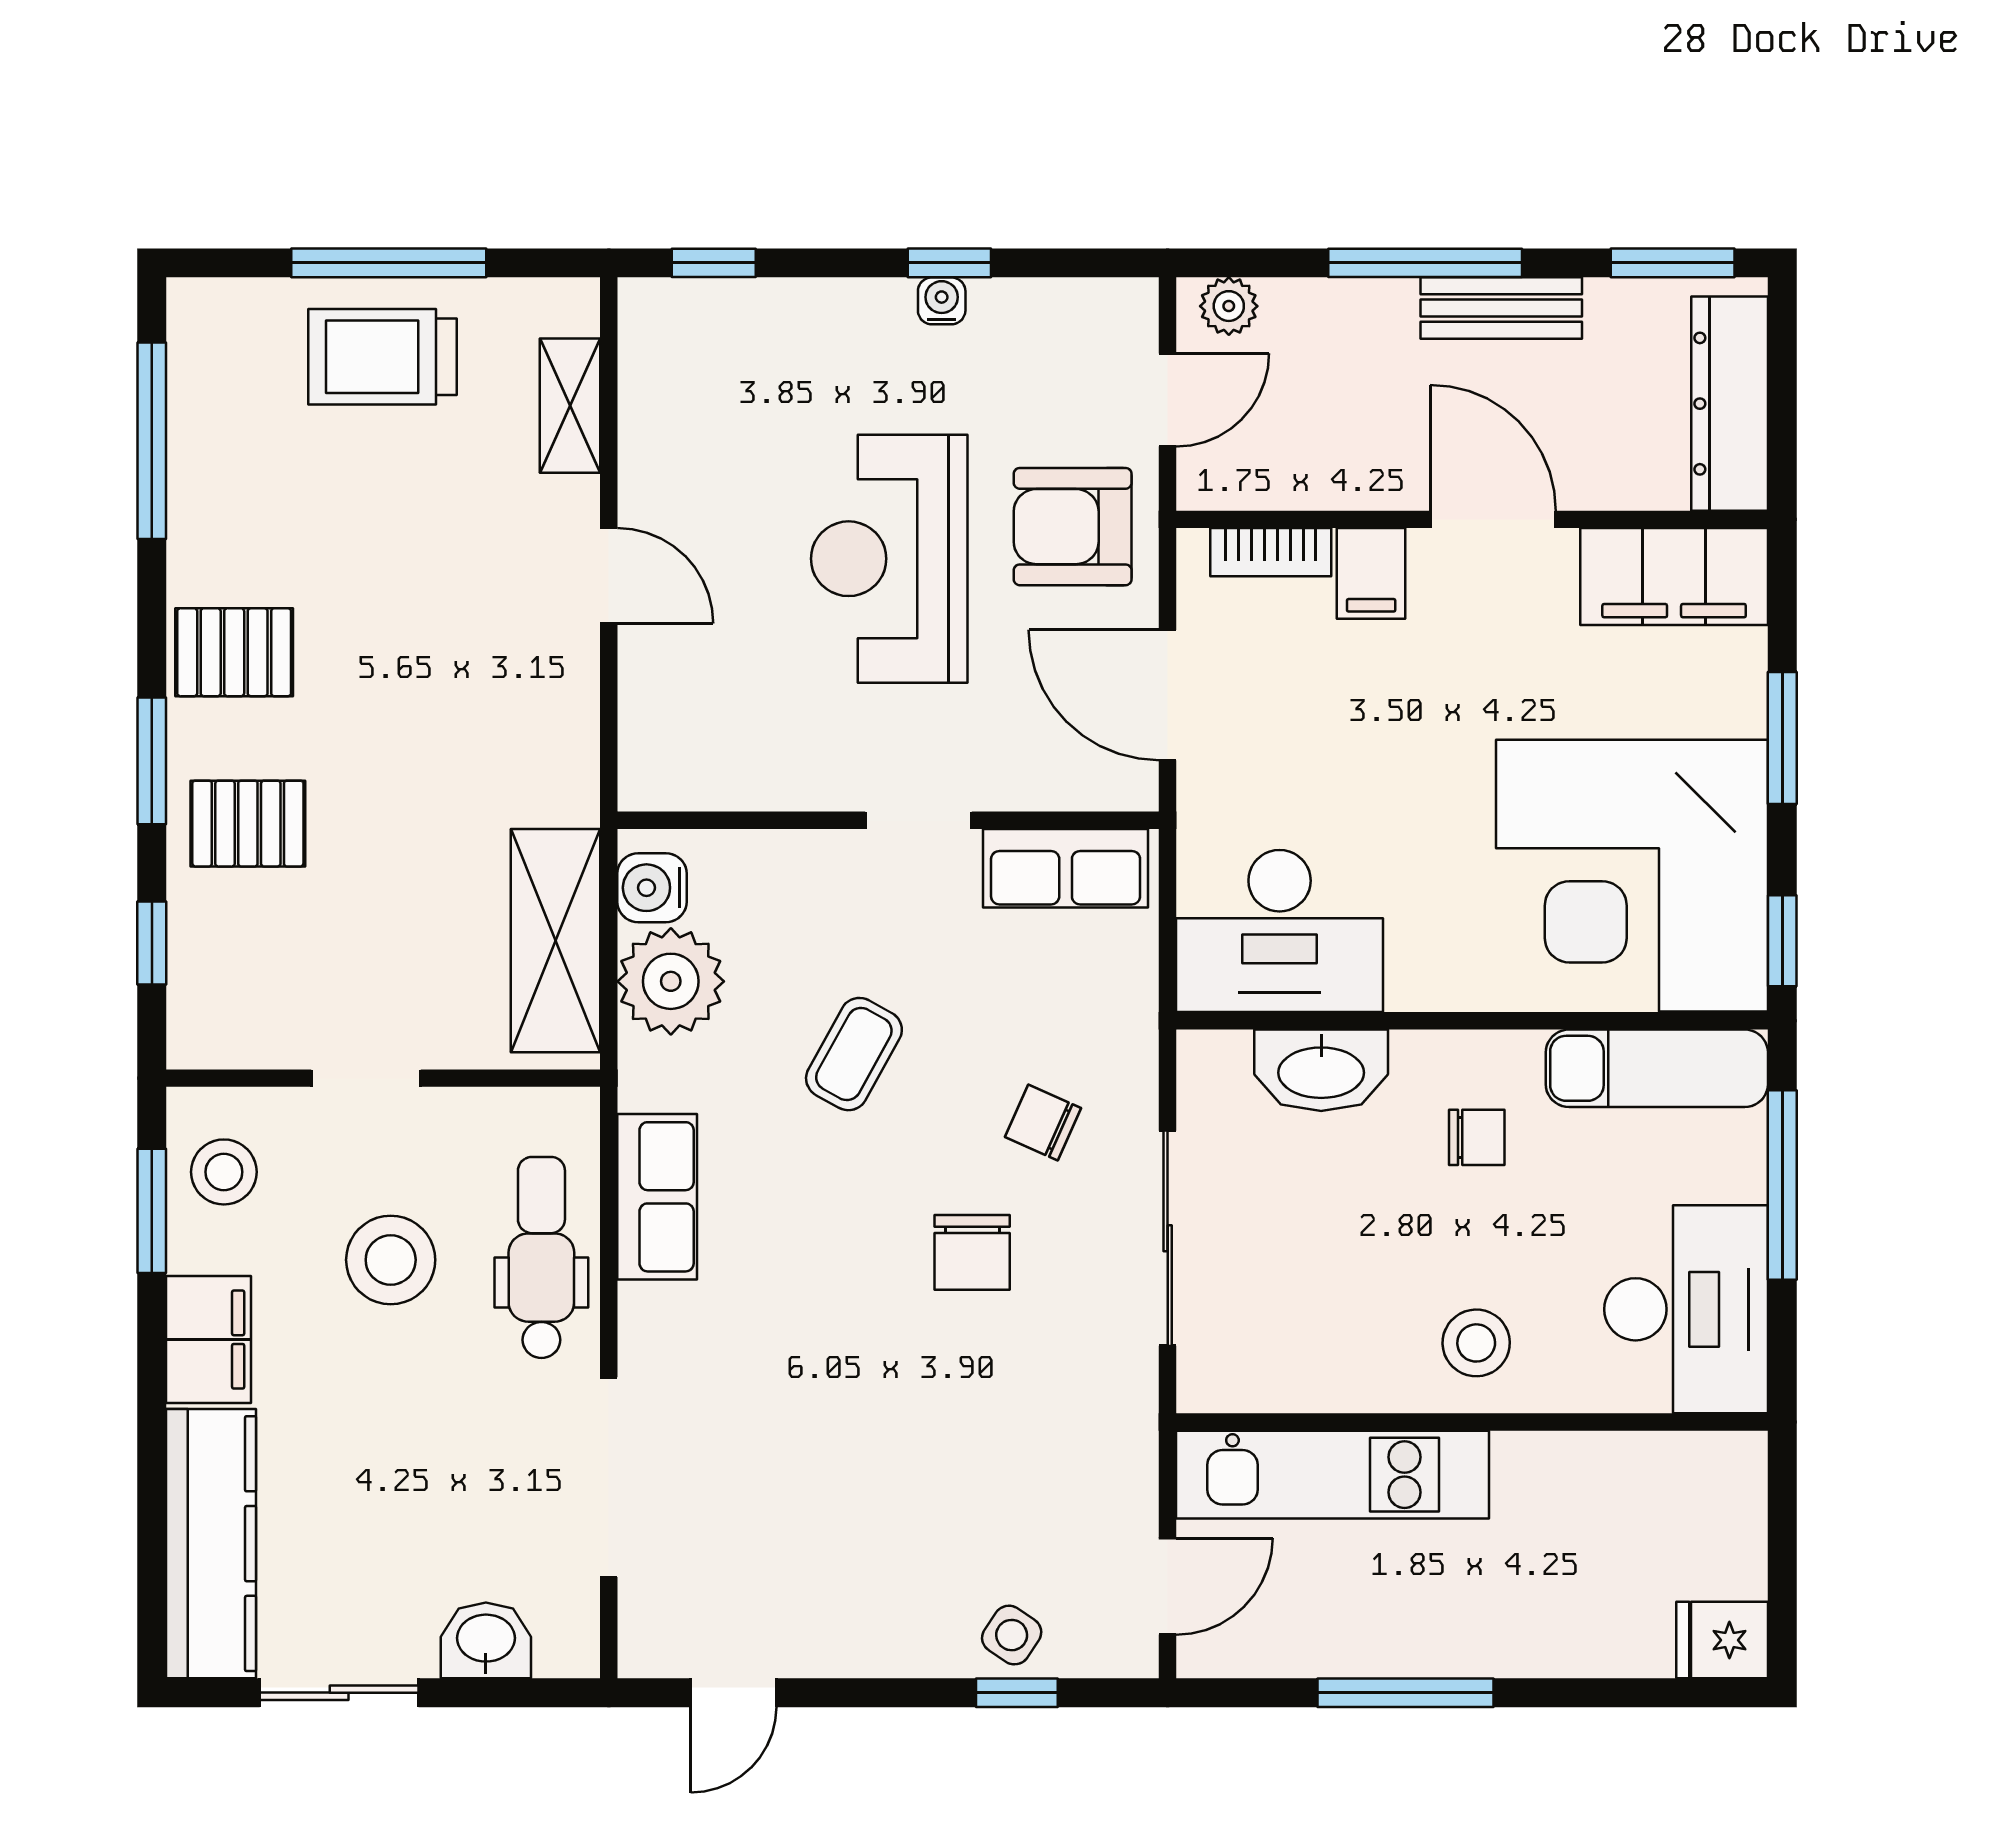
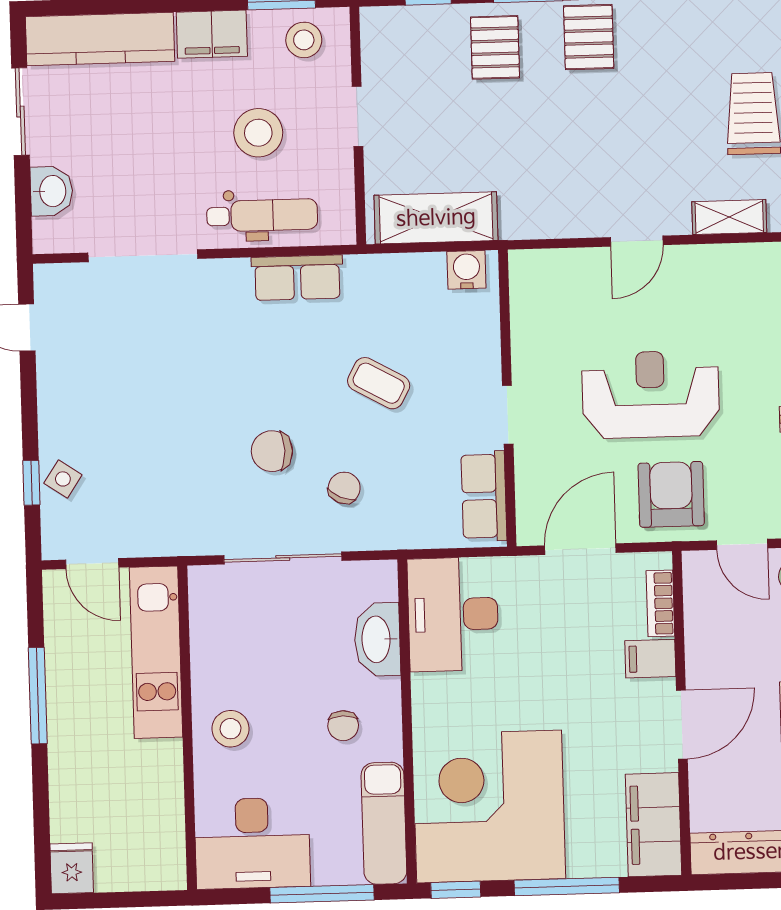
window: (1782, 738) -> (567, 887), width x1.44
plant: (671, 981) -> (416, 282), removed

